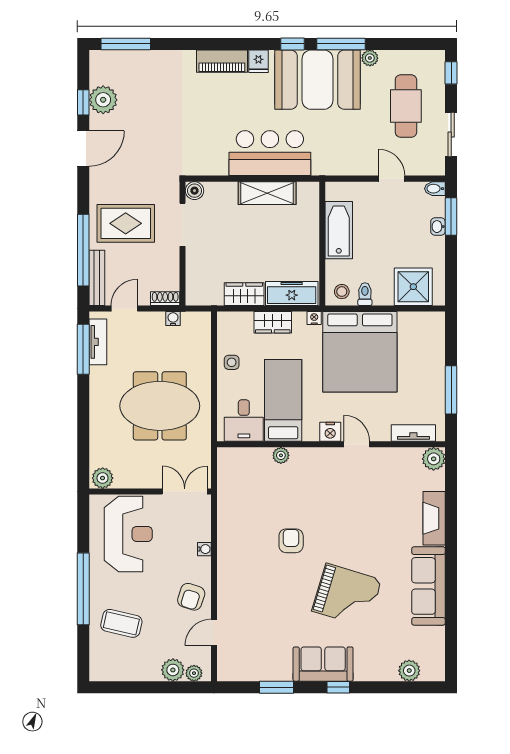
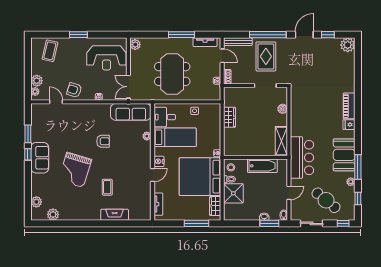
window: (126, 44) -> (358, 56), removed
window: (293, 44) -> (358, 199), moved
booth: (318, 80) -> (344, 155), width x0.73, depth x0.70
plant: (103, 100) -> (348, 45), moved
cafe table: (406, 106) -> (326, 200), turned 39
door: (83, 148) -> (304, 35), swing flipped
bar counter: (270, 153) -> (302, 158), moved
boiler: (195, 191) -> (283, 109), moved
shelving: (267, 193) -> (281, 141), moved
window: (83, 250) -> (268, 35), moved
shower: (413, 287) -> (233, 193), moved
freezer: (292, 293) -> (230, 142), removed
wardrobe: (273, 322) -> (215, 206), moved
window: (83, 349) -> (182, 35), moved
window: (451, 390) -> (197, 223), moved
plant: (434, 459) -> (53, 214), moved
double door: (185, 491) -> (128, 87), swing flipped
coffee table: (380, 533) -> (107, 187), added
sofa: (428, 586) -> (131, 112), moved, turned 180
window: (83, 589) -> (78, 35), width x0.47
coffee table: (121, 623) -> (50, 51), moved
window: (338, 687) -> (28, 154), moved

